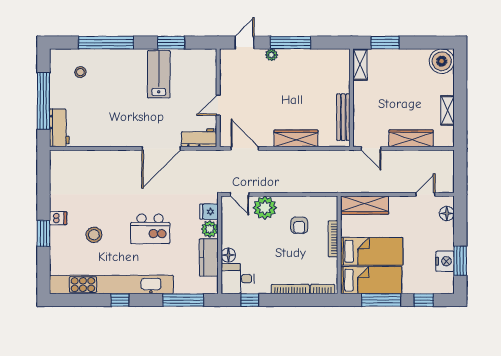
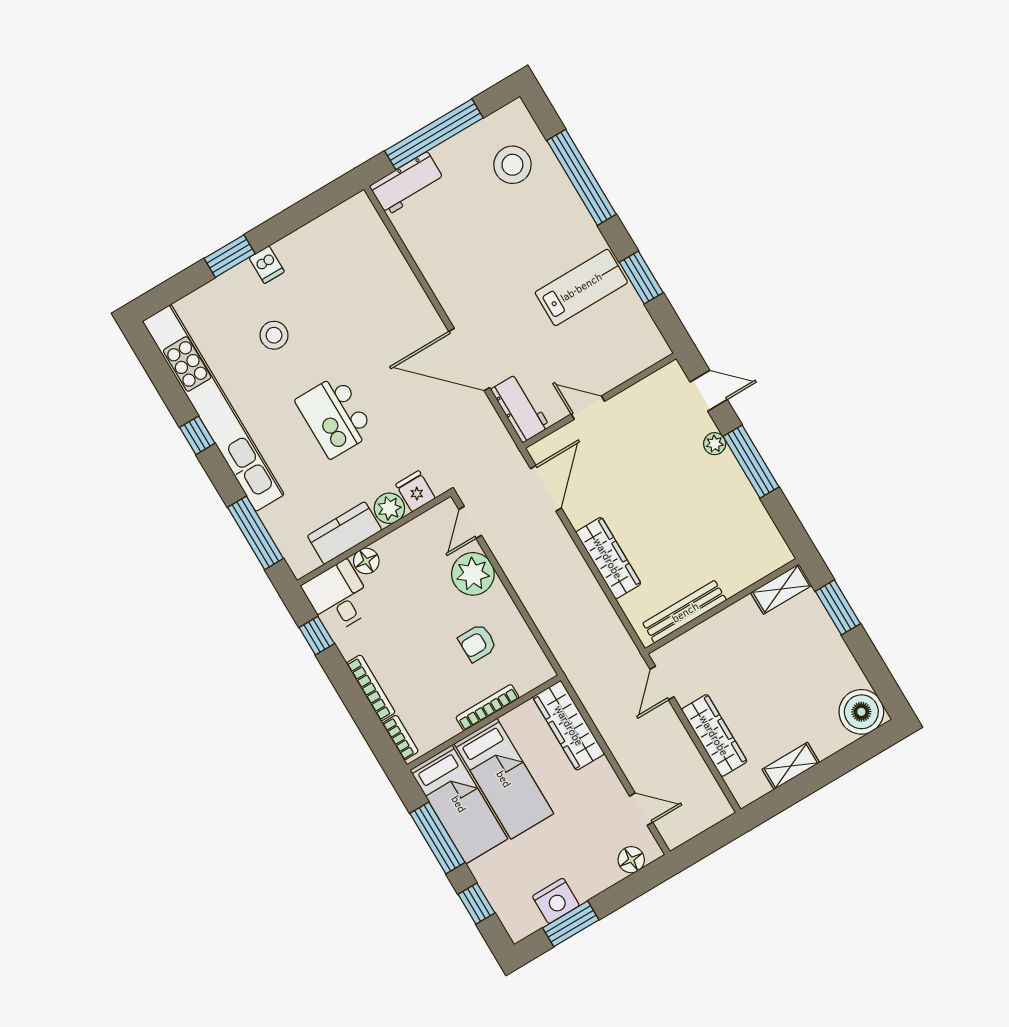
stool: (80, 72) -> (512, 165), width x1.89, depth x1.89

